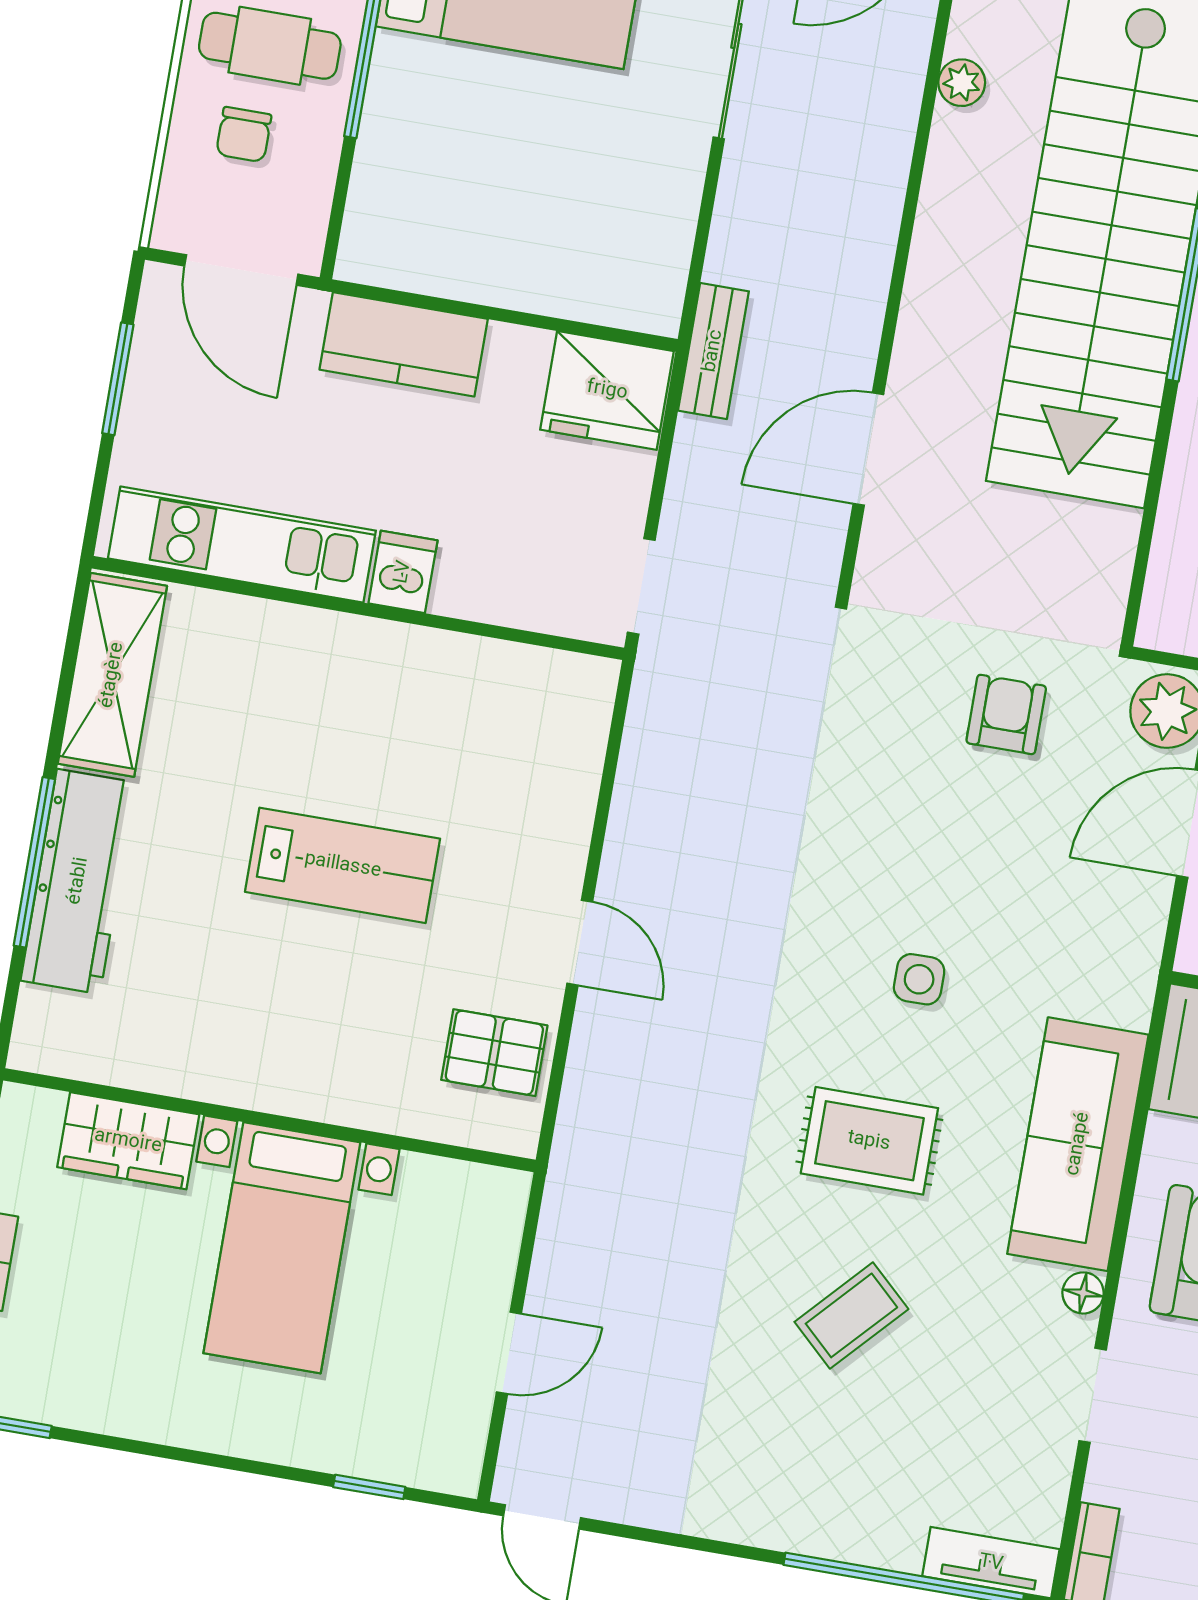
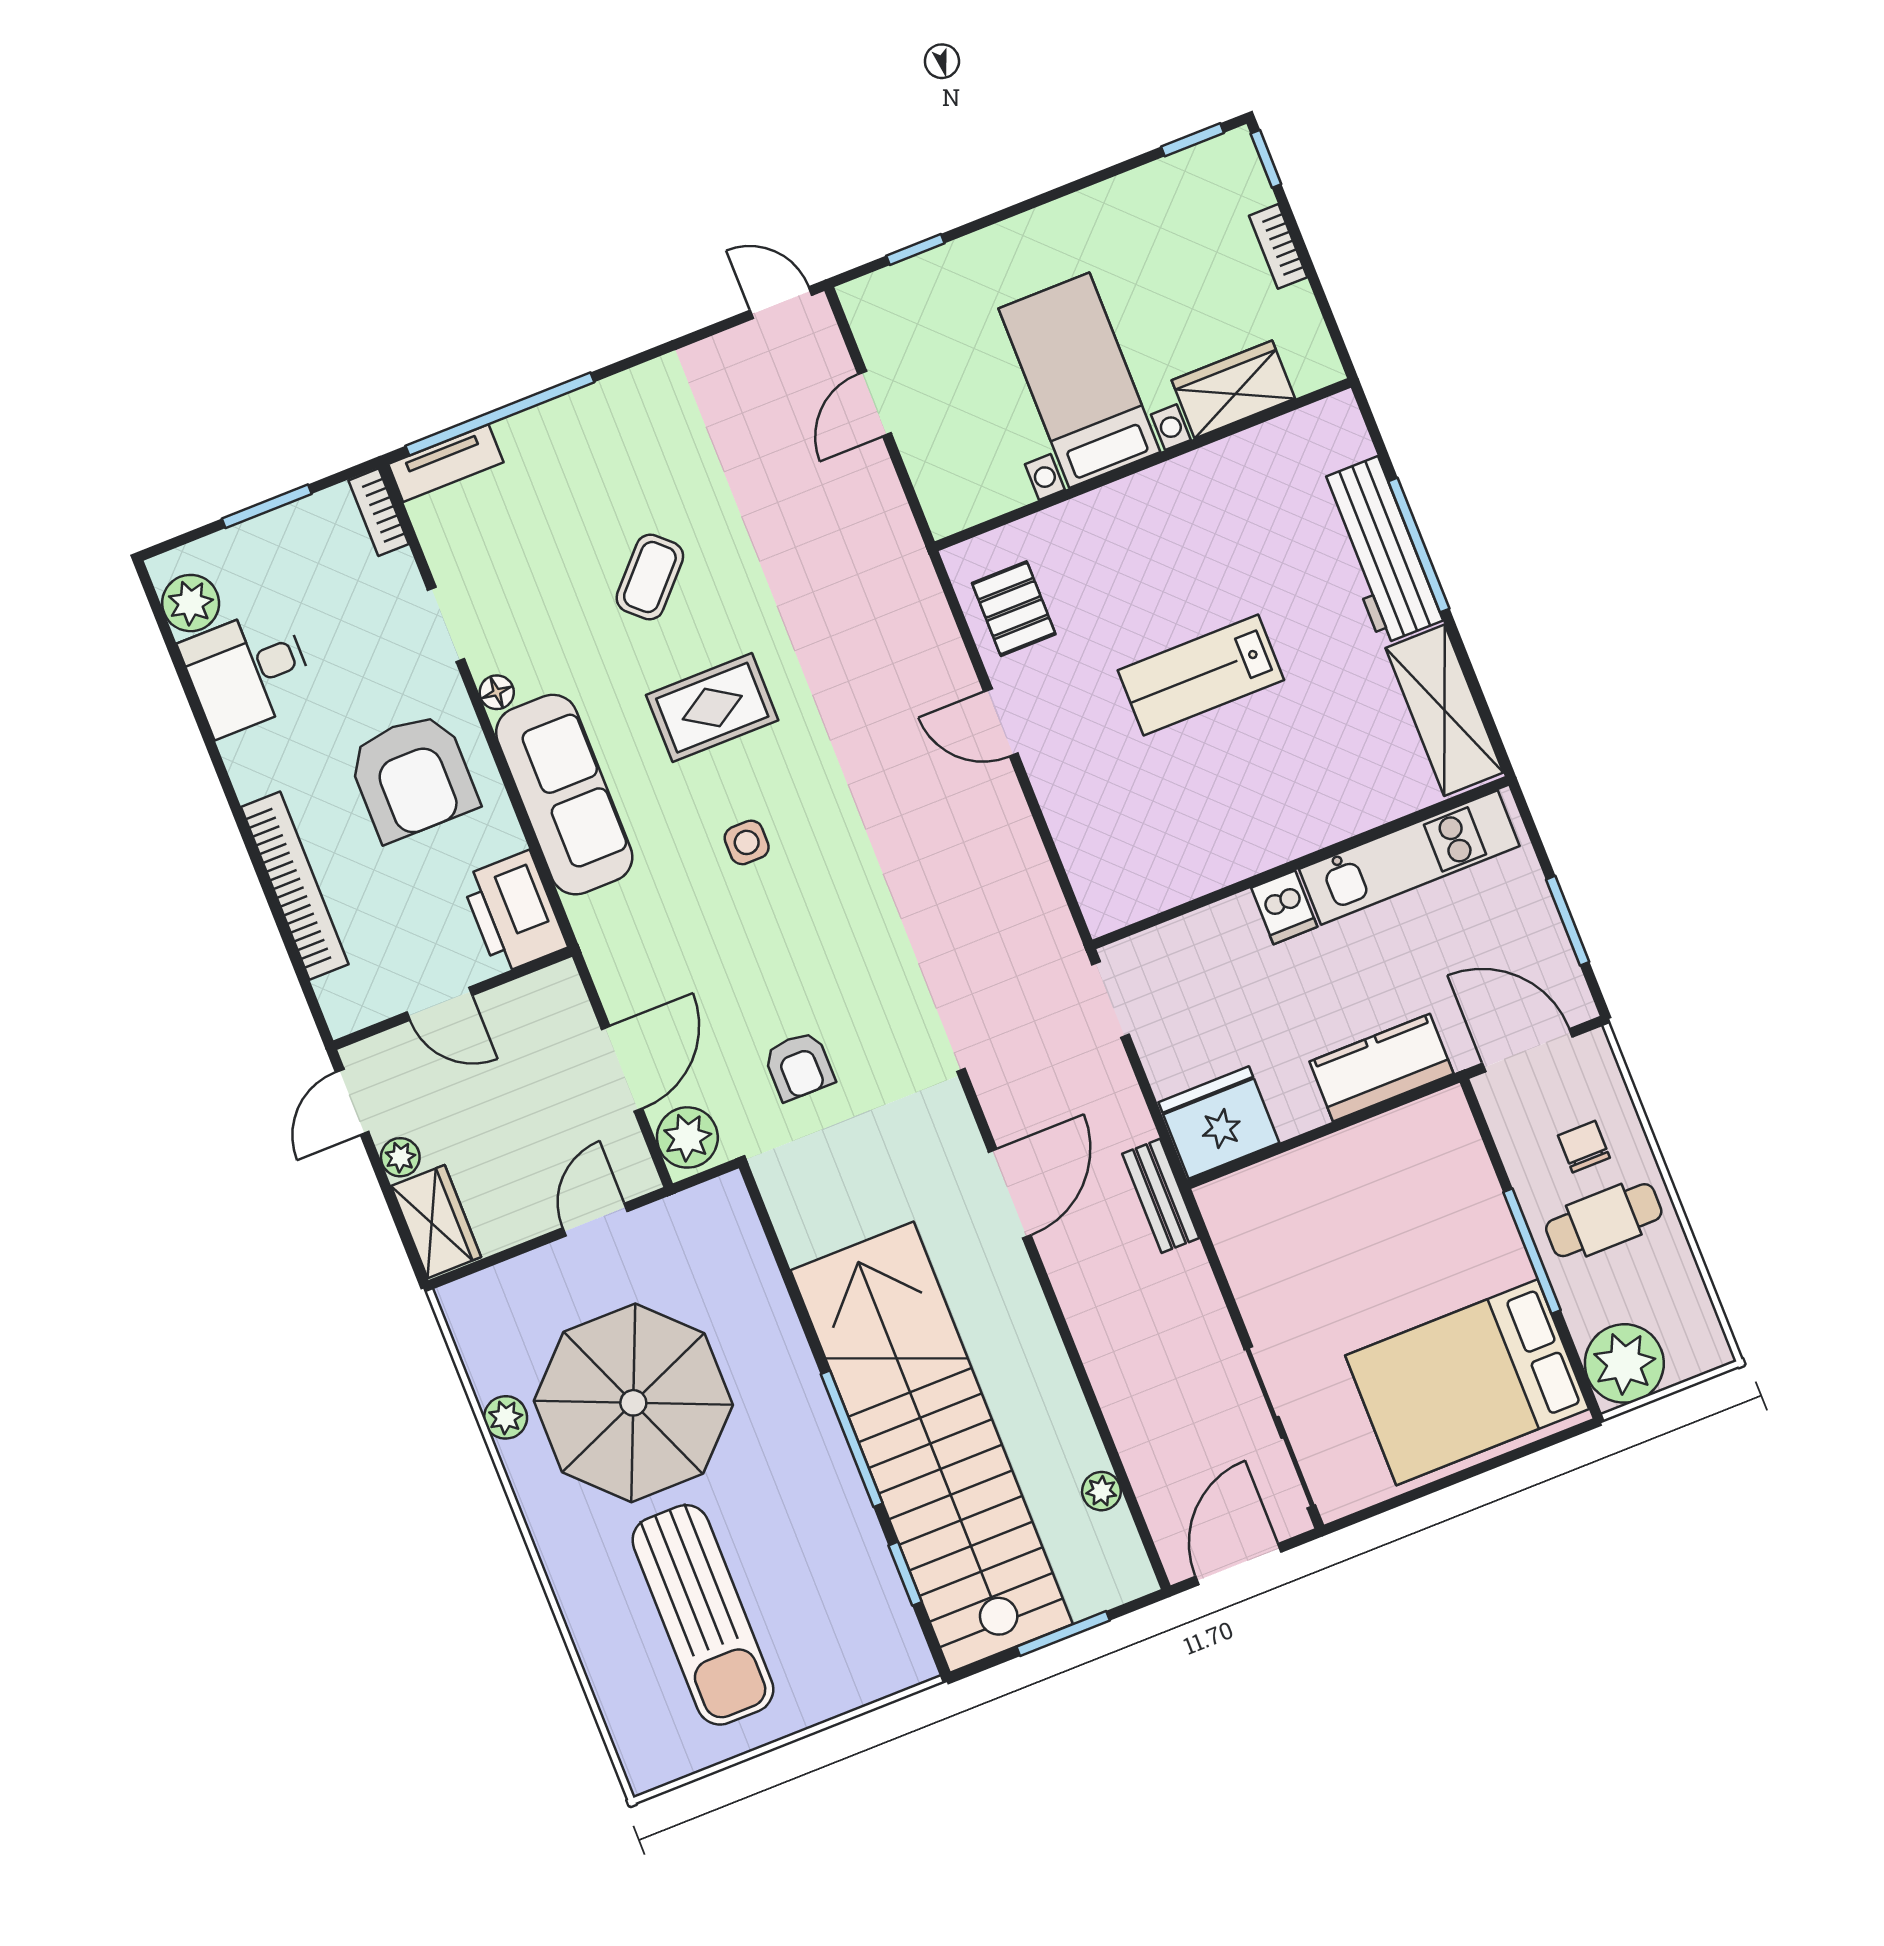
pallet: (494, 1053) -> (1014, 609), turned 90

